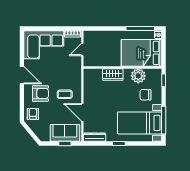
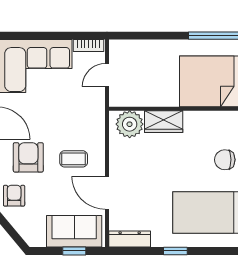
plant: (138, 76) -> (130, 124), moved
armchair: (40, 93) -> (28, 157), turned -90

